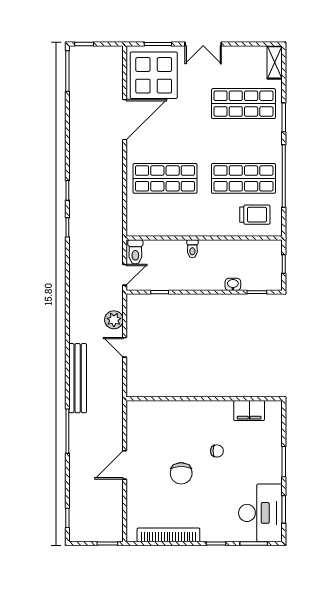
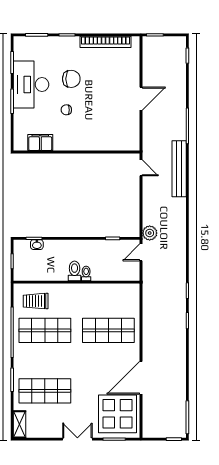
toilet: (135, 252) -> (75, 271), moved
washbasin: (233, 284) -> (37, 245), moved
plant: (114, 320) -> (150, 233), moved
door: (125, 347) -> (141, 168), moved
chair: (181, 473) -> (71, 79), moved, turned 90
desk: (260, 513) -> (31, 85), moved

